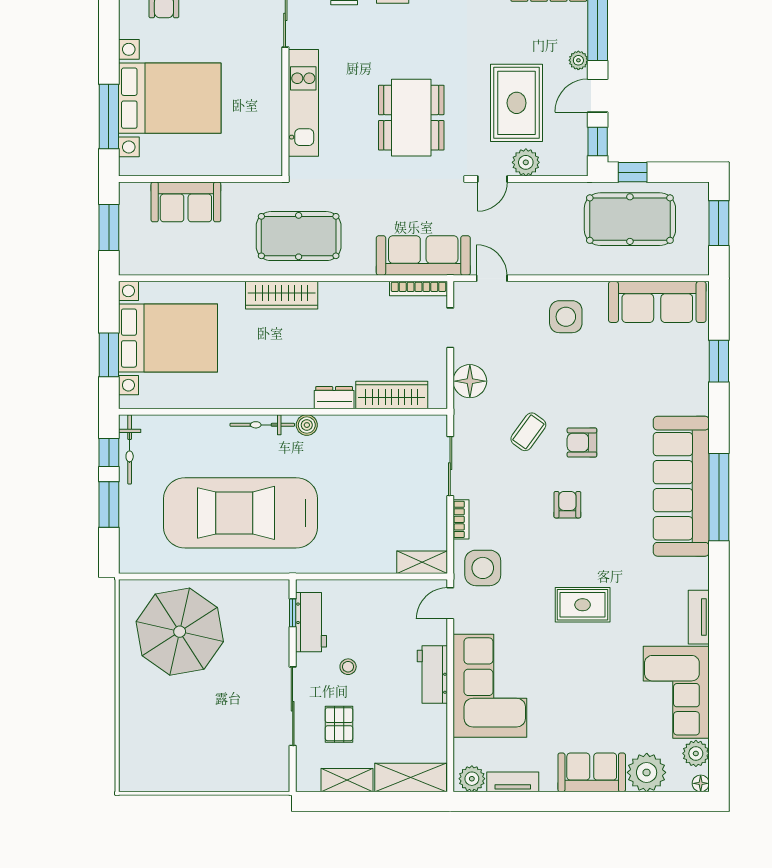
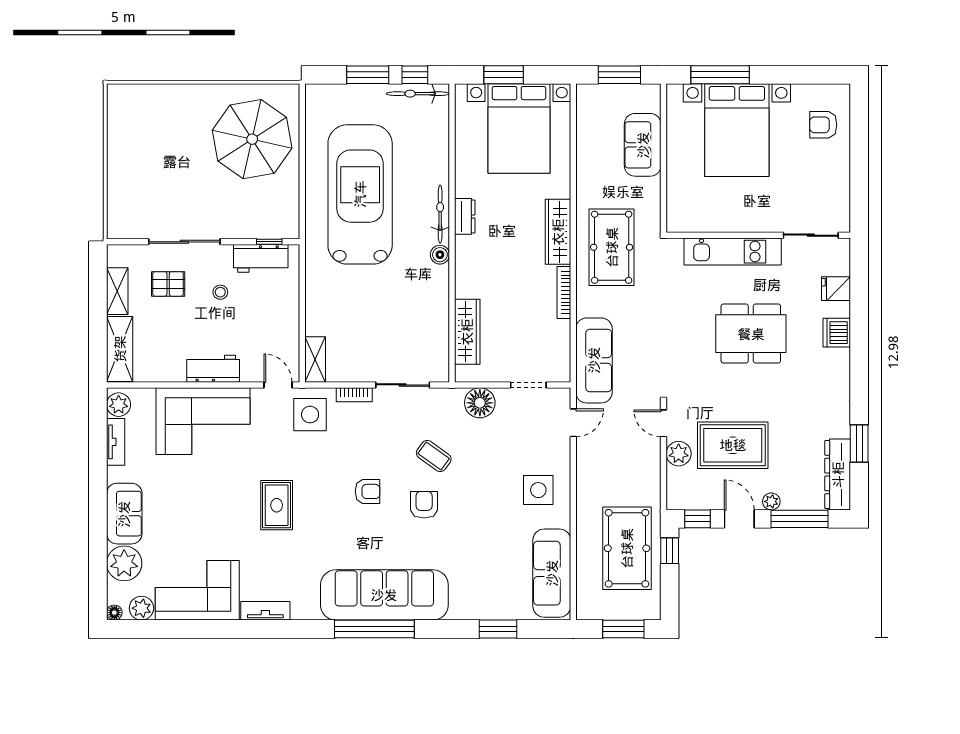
dining table: (411, 118) -> (751, 334), moved
bookcase: (418, 289) -> (564, 292), moved
dresser: (334, 398) -> (465, 216), moved

